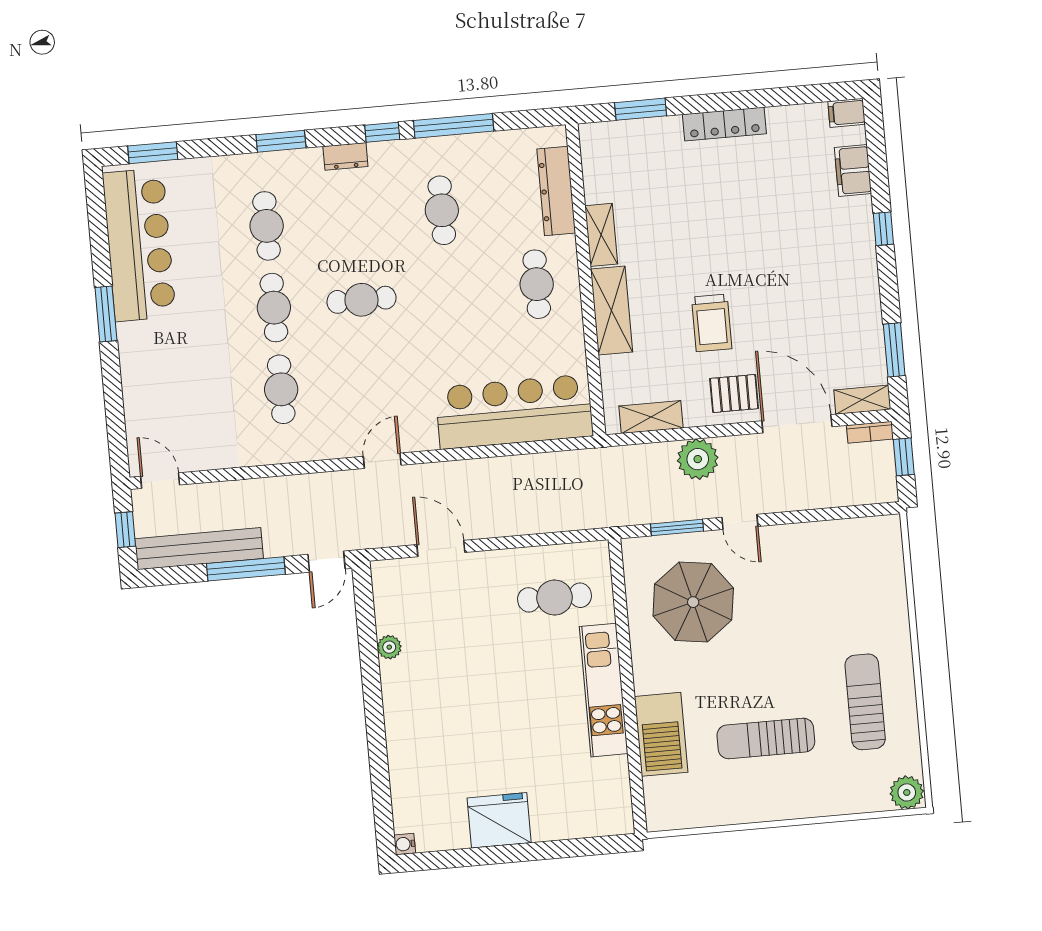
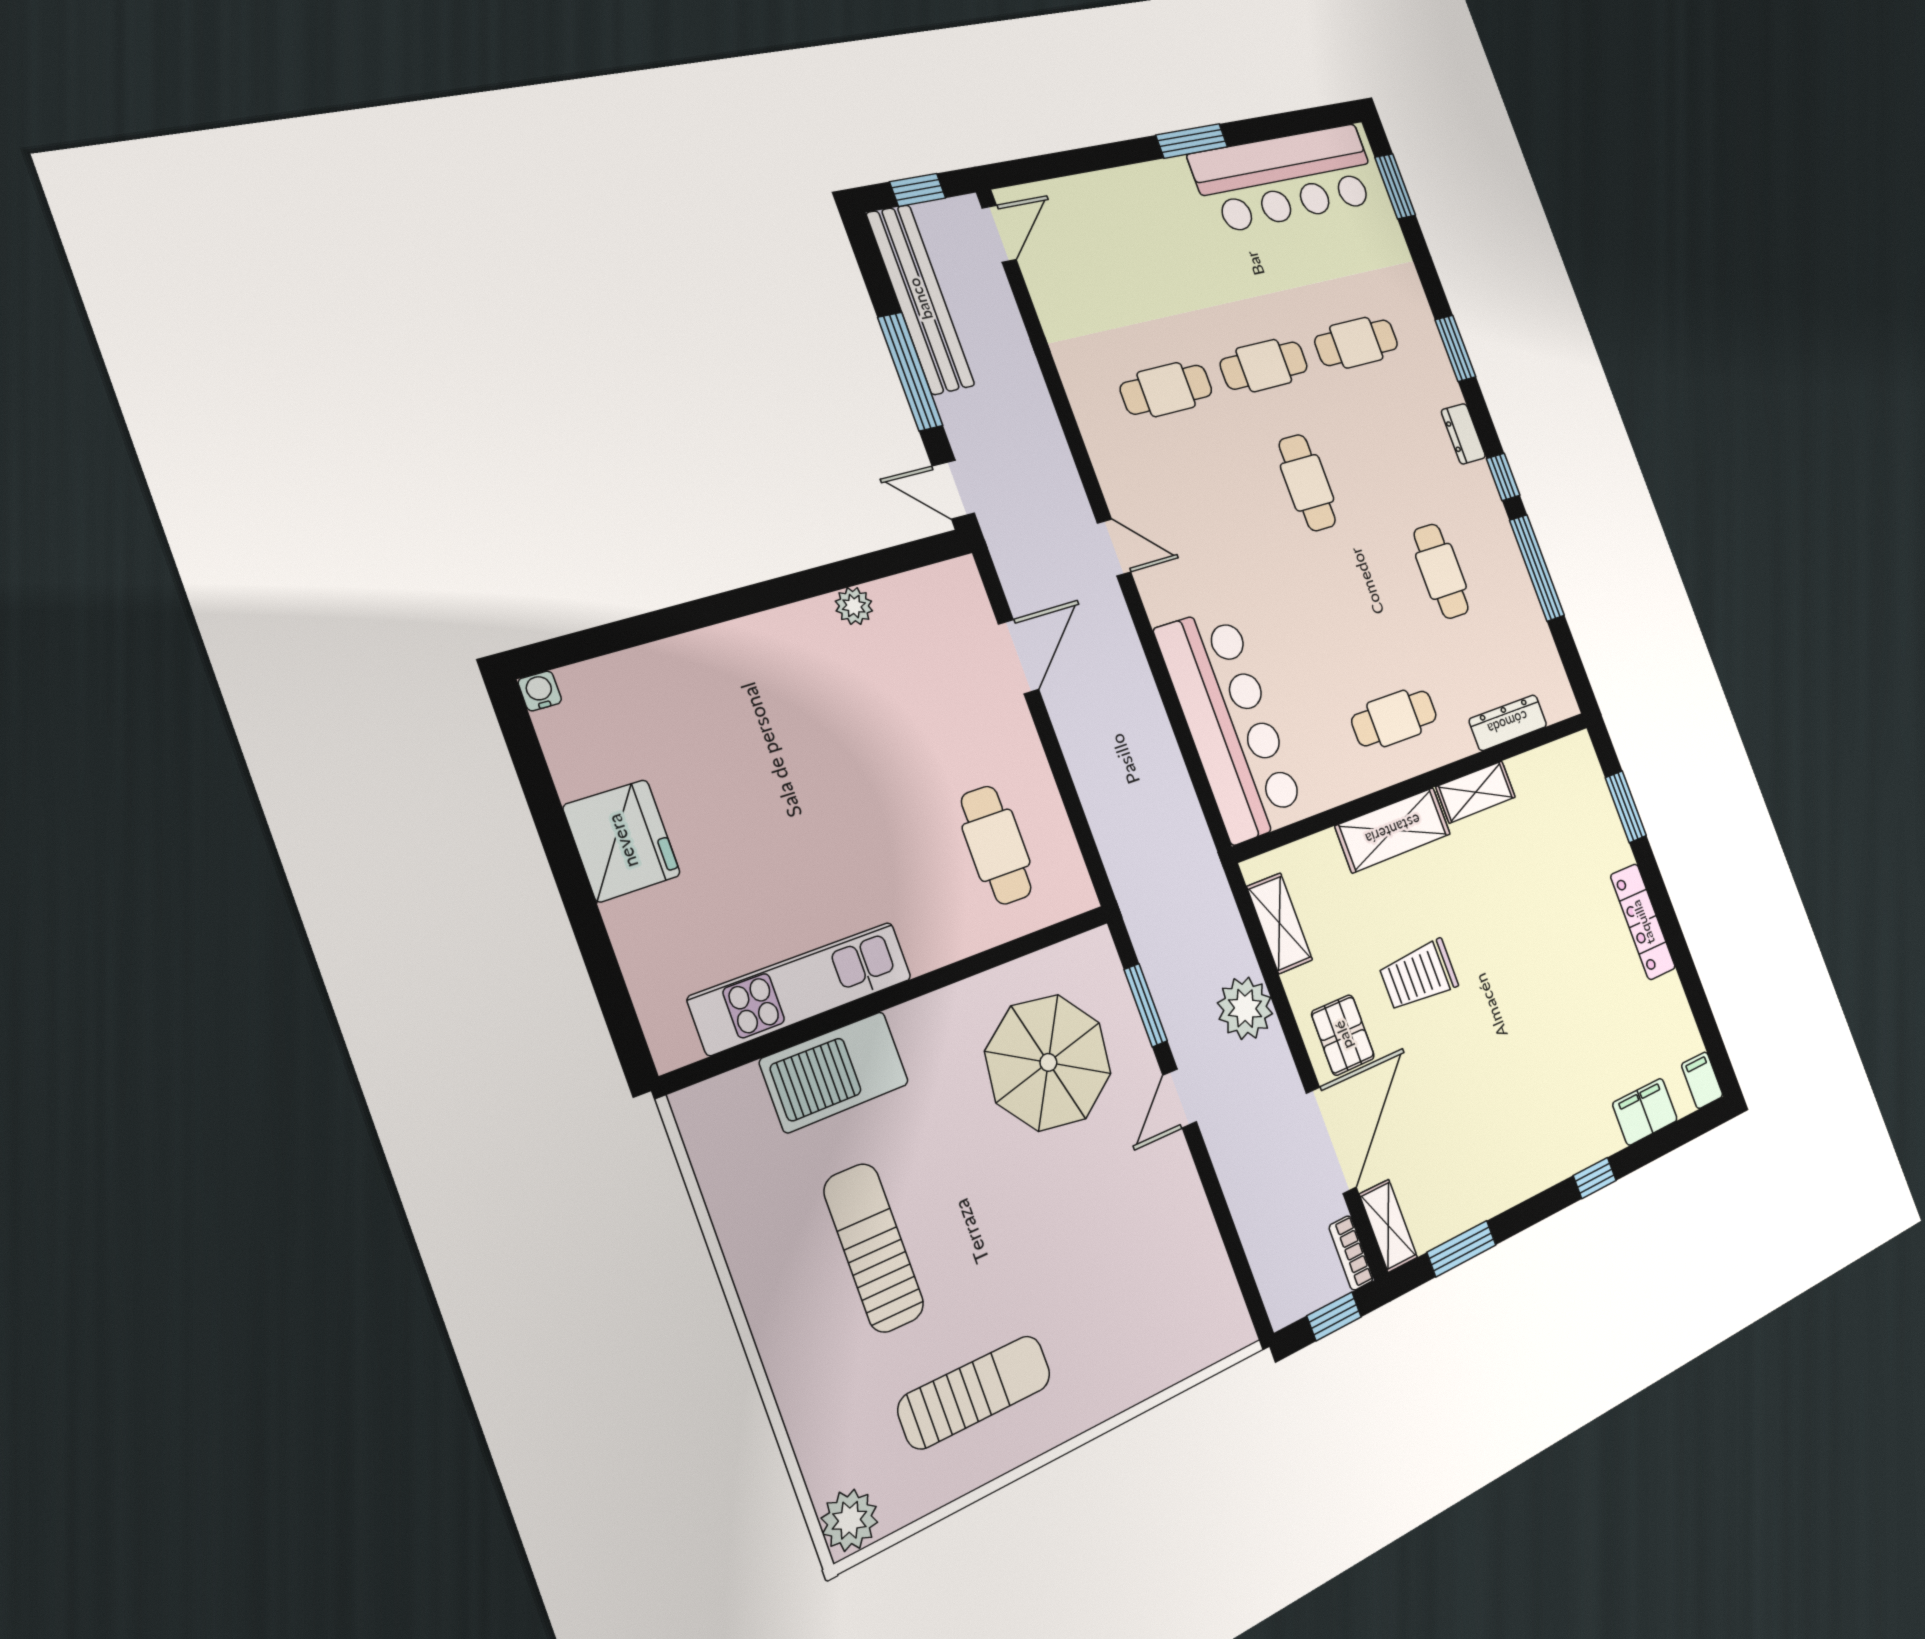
dresser: (556, 191) -> (1508, 723), width x0.73, depth x0.80
cafe table: (442, 210) -> (1441, 571), turned 90
kitchen unit: (604, 690) -> (801, 988), moved

